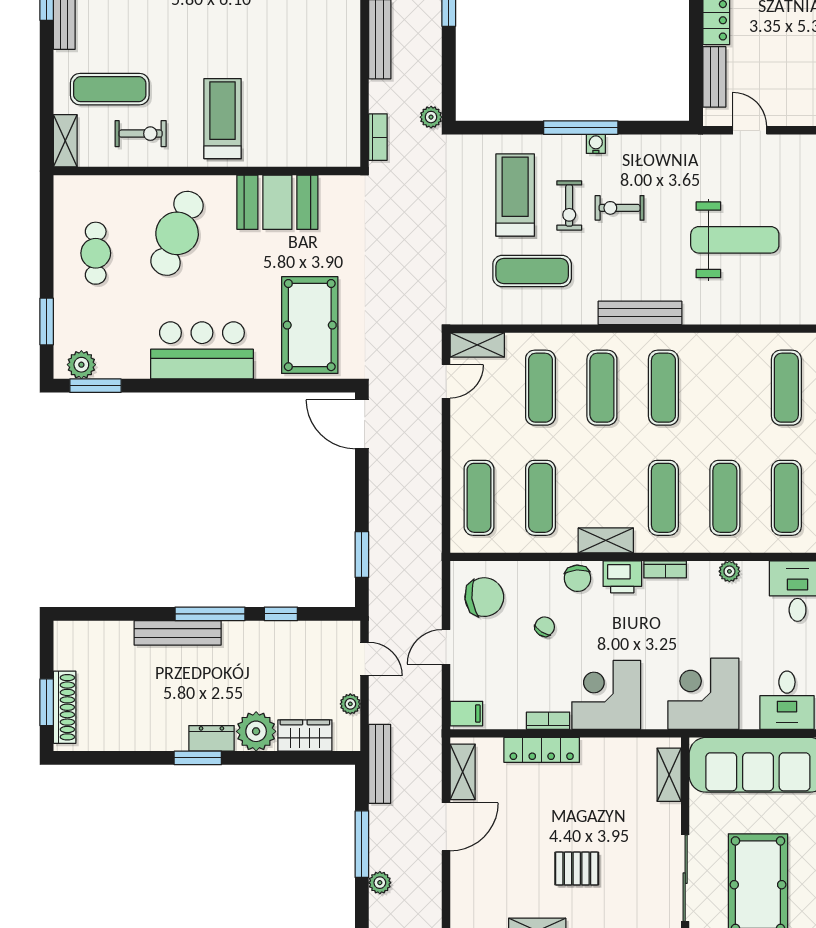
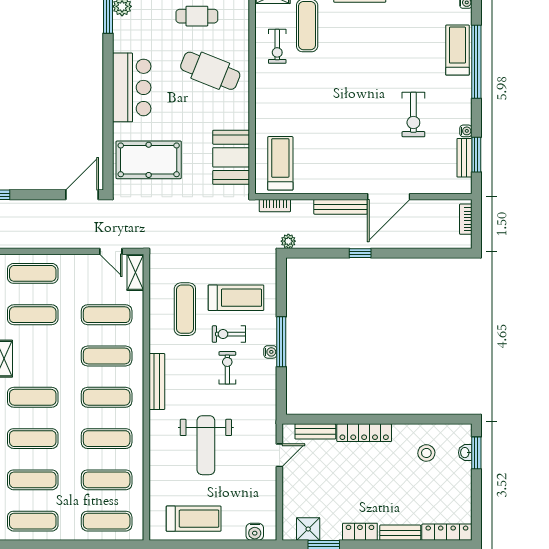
treadmill: (223, 119) -> (280, 163), moved, turned -90
booth: (277, 202) -> (231, 157), moved
exercise mat: (725, 388) -> (107, 439), added

